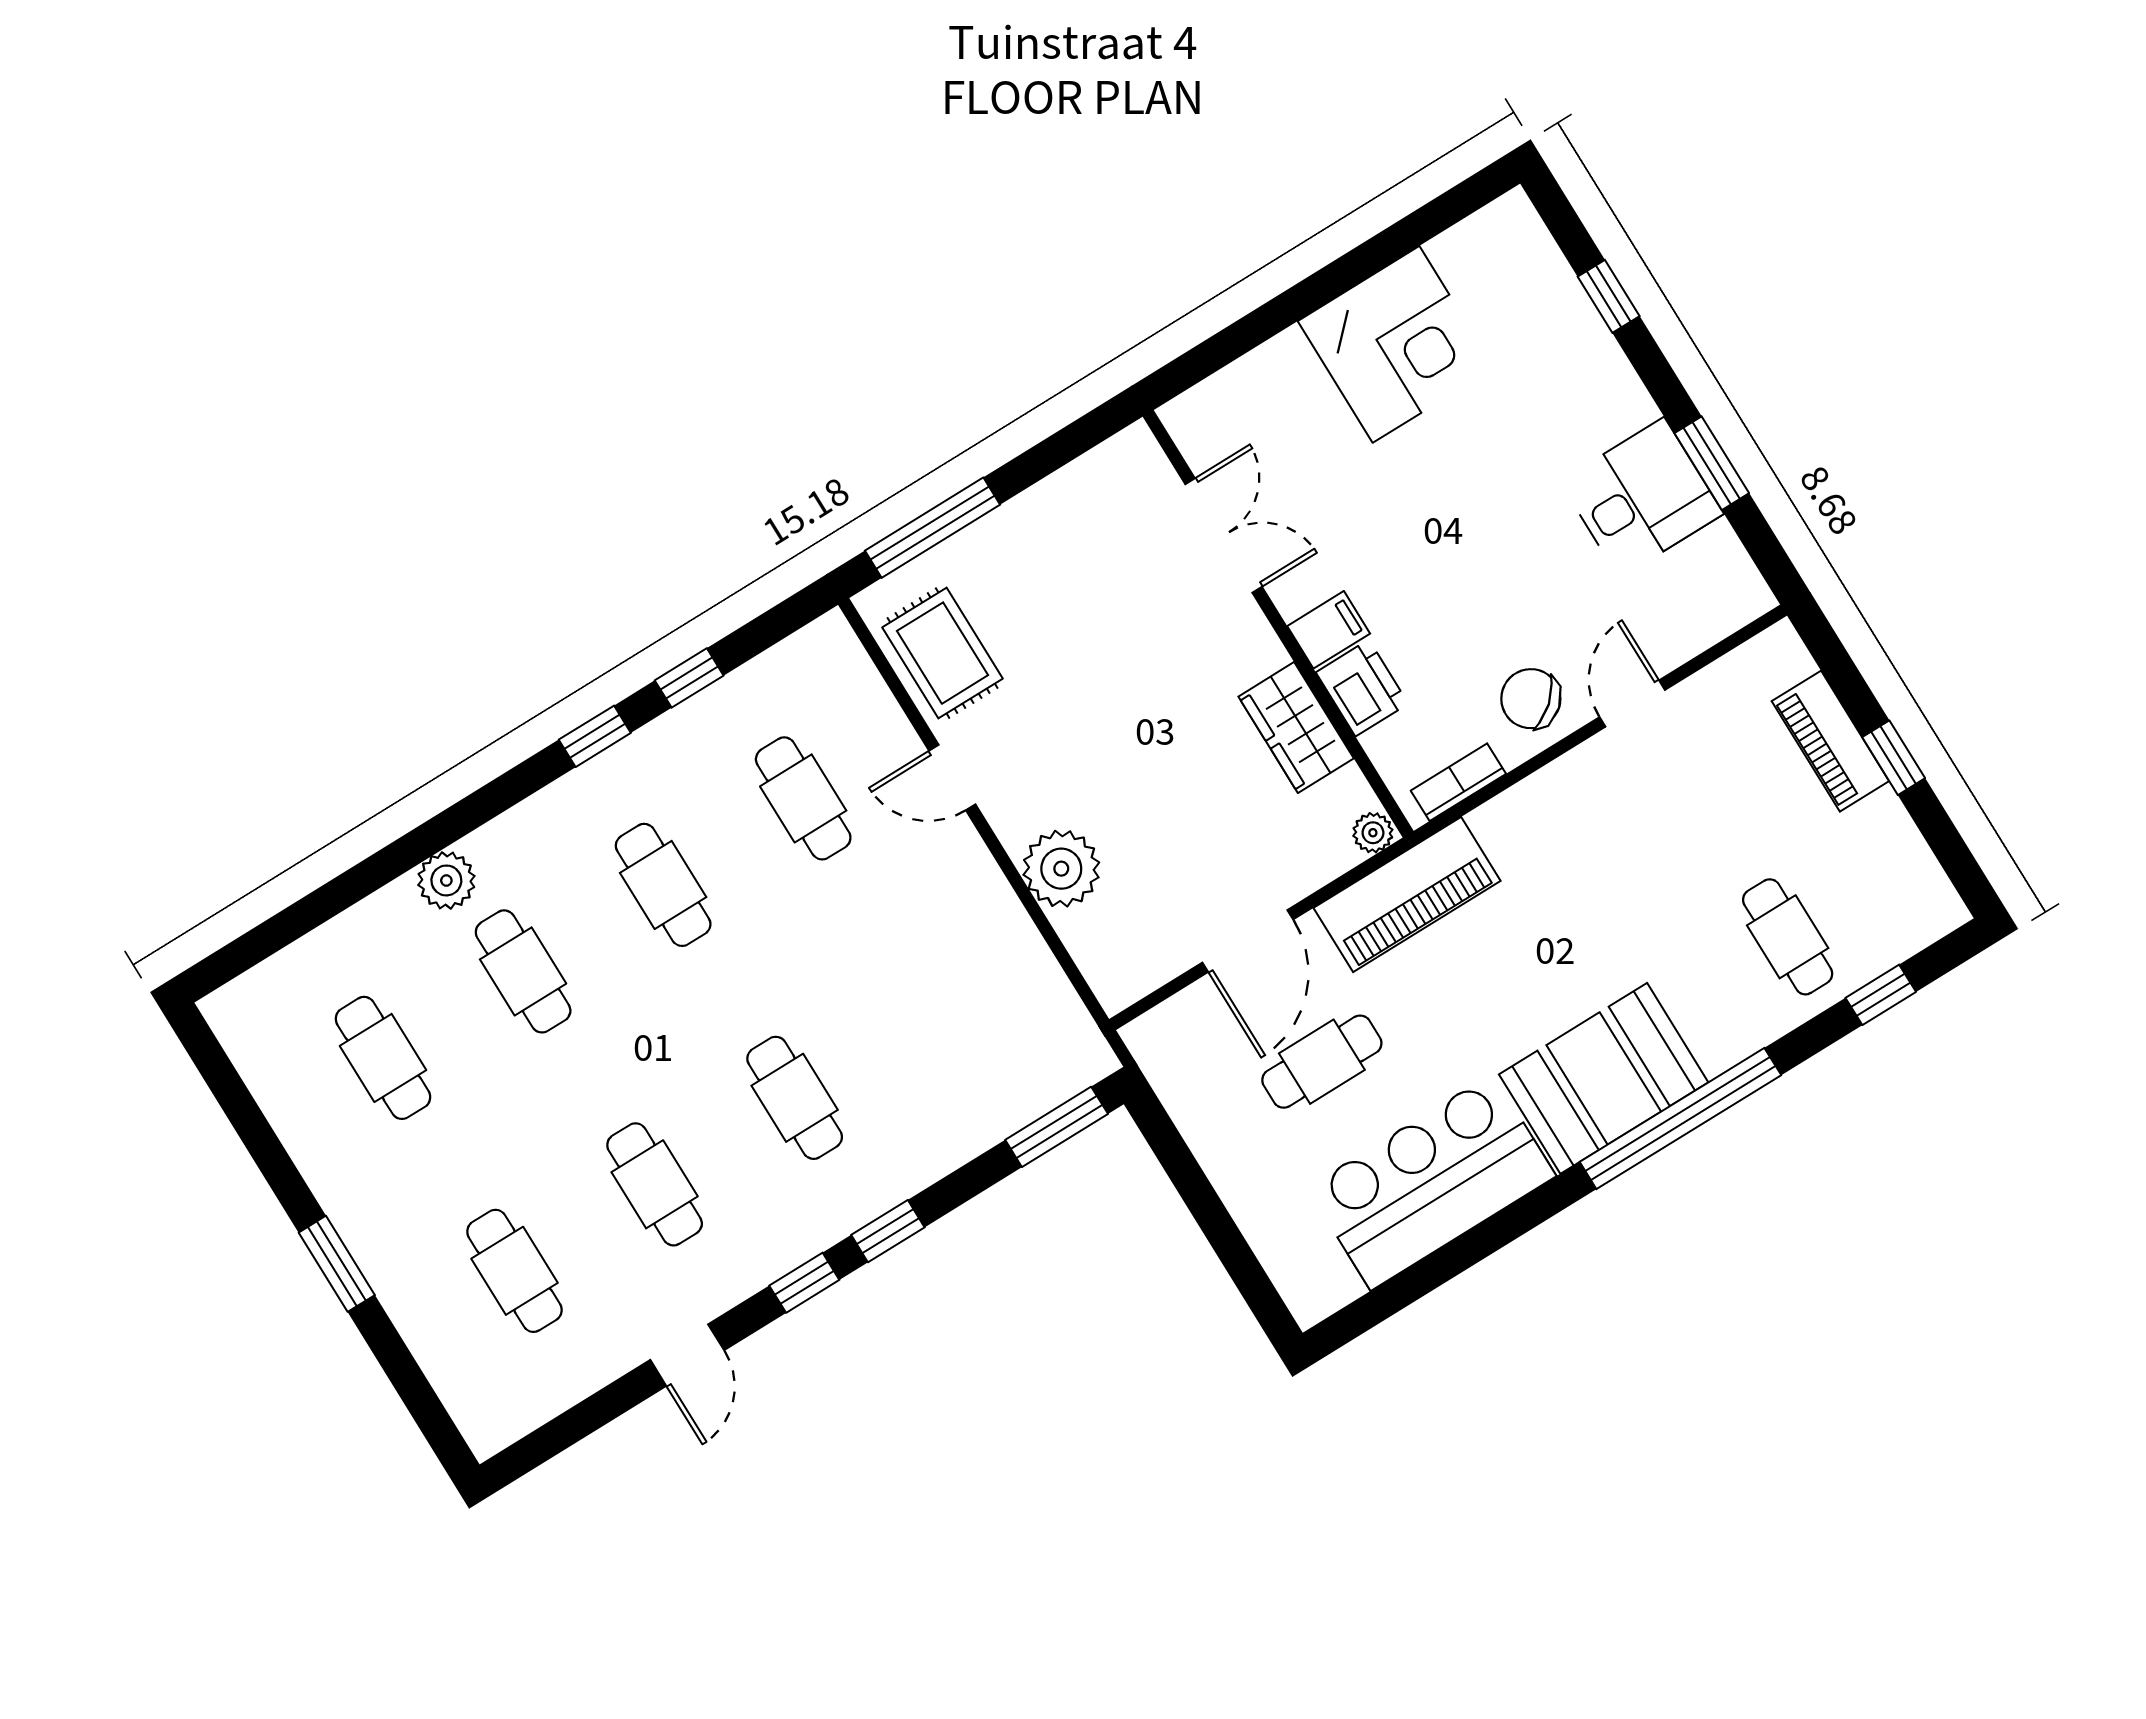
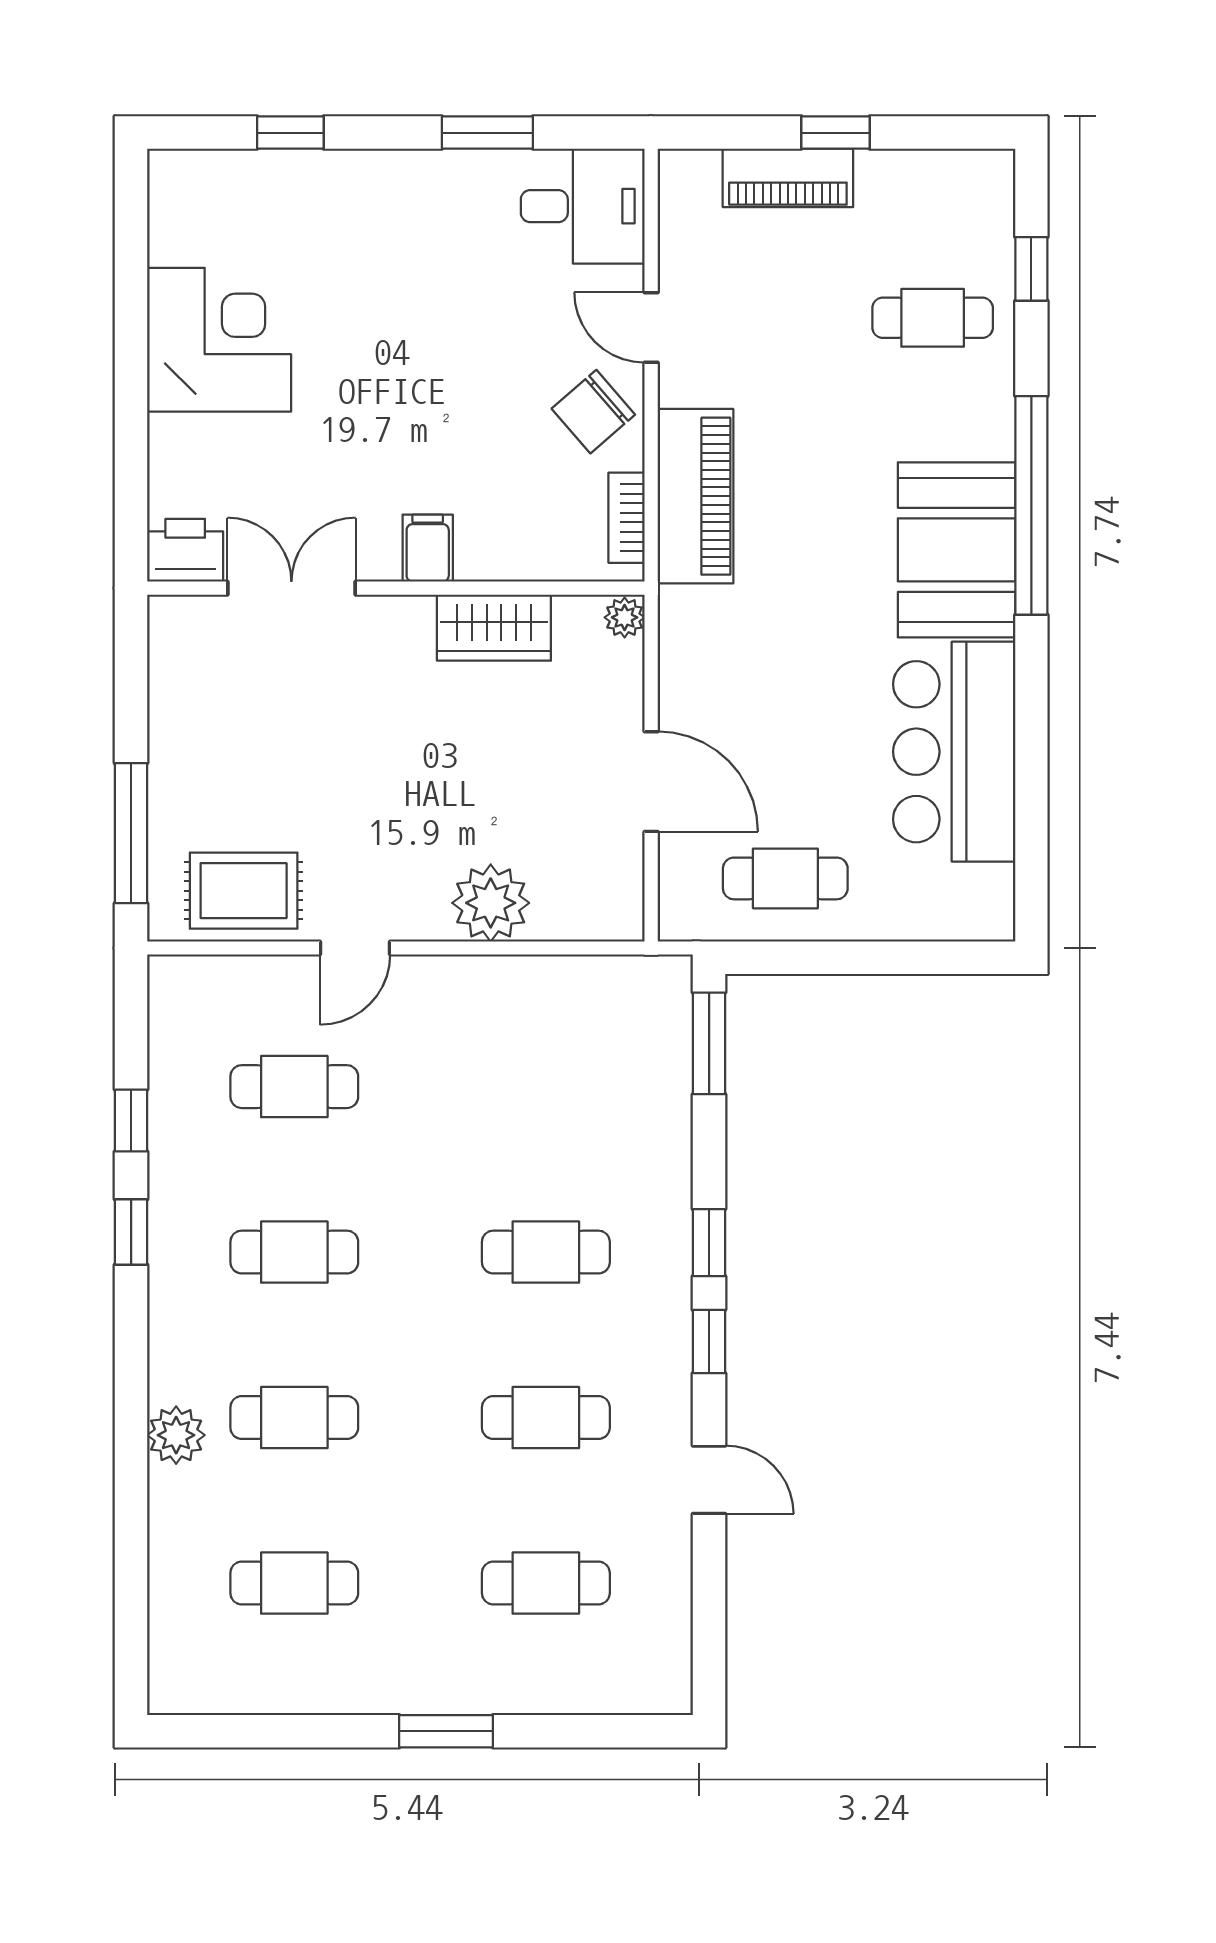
desk: (1642, 498) -> (583, 206), moved, turned 90
printer: (1362, 688) -> (185, 550), moved
piano: (1407, 894) -> (695, 496), moved
cafe table: (1322, 1062) -> (785, 878), moved, turned 90

